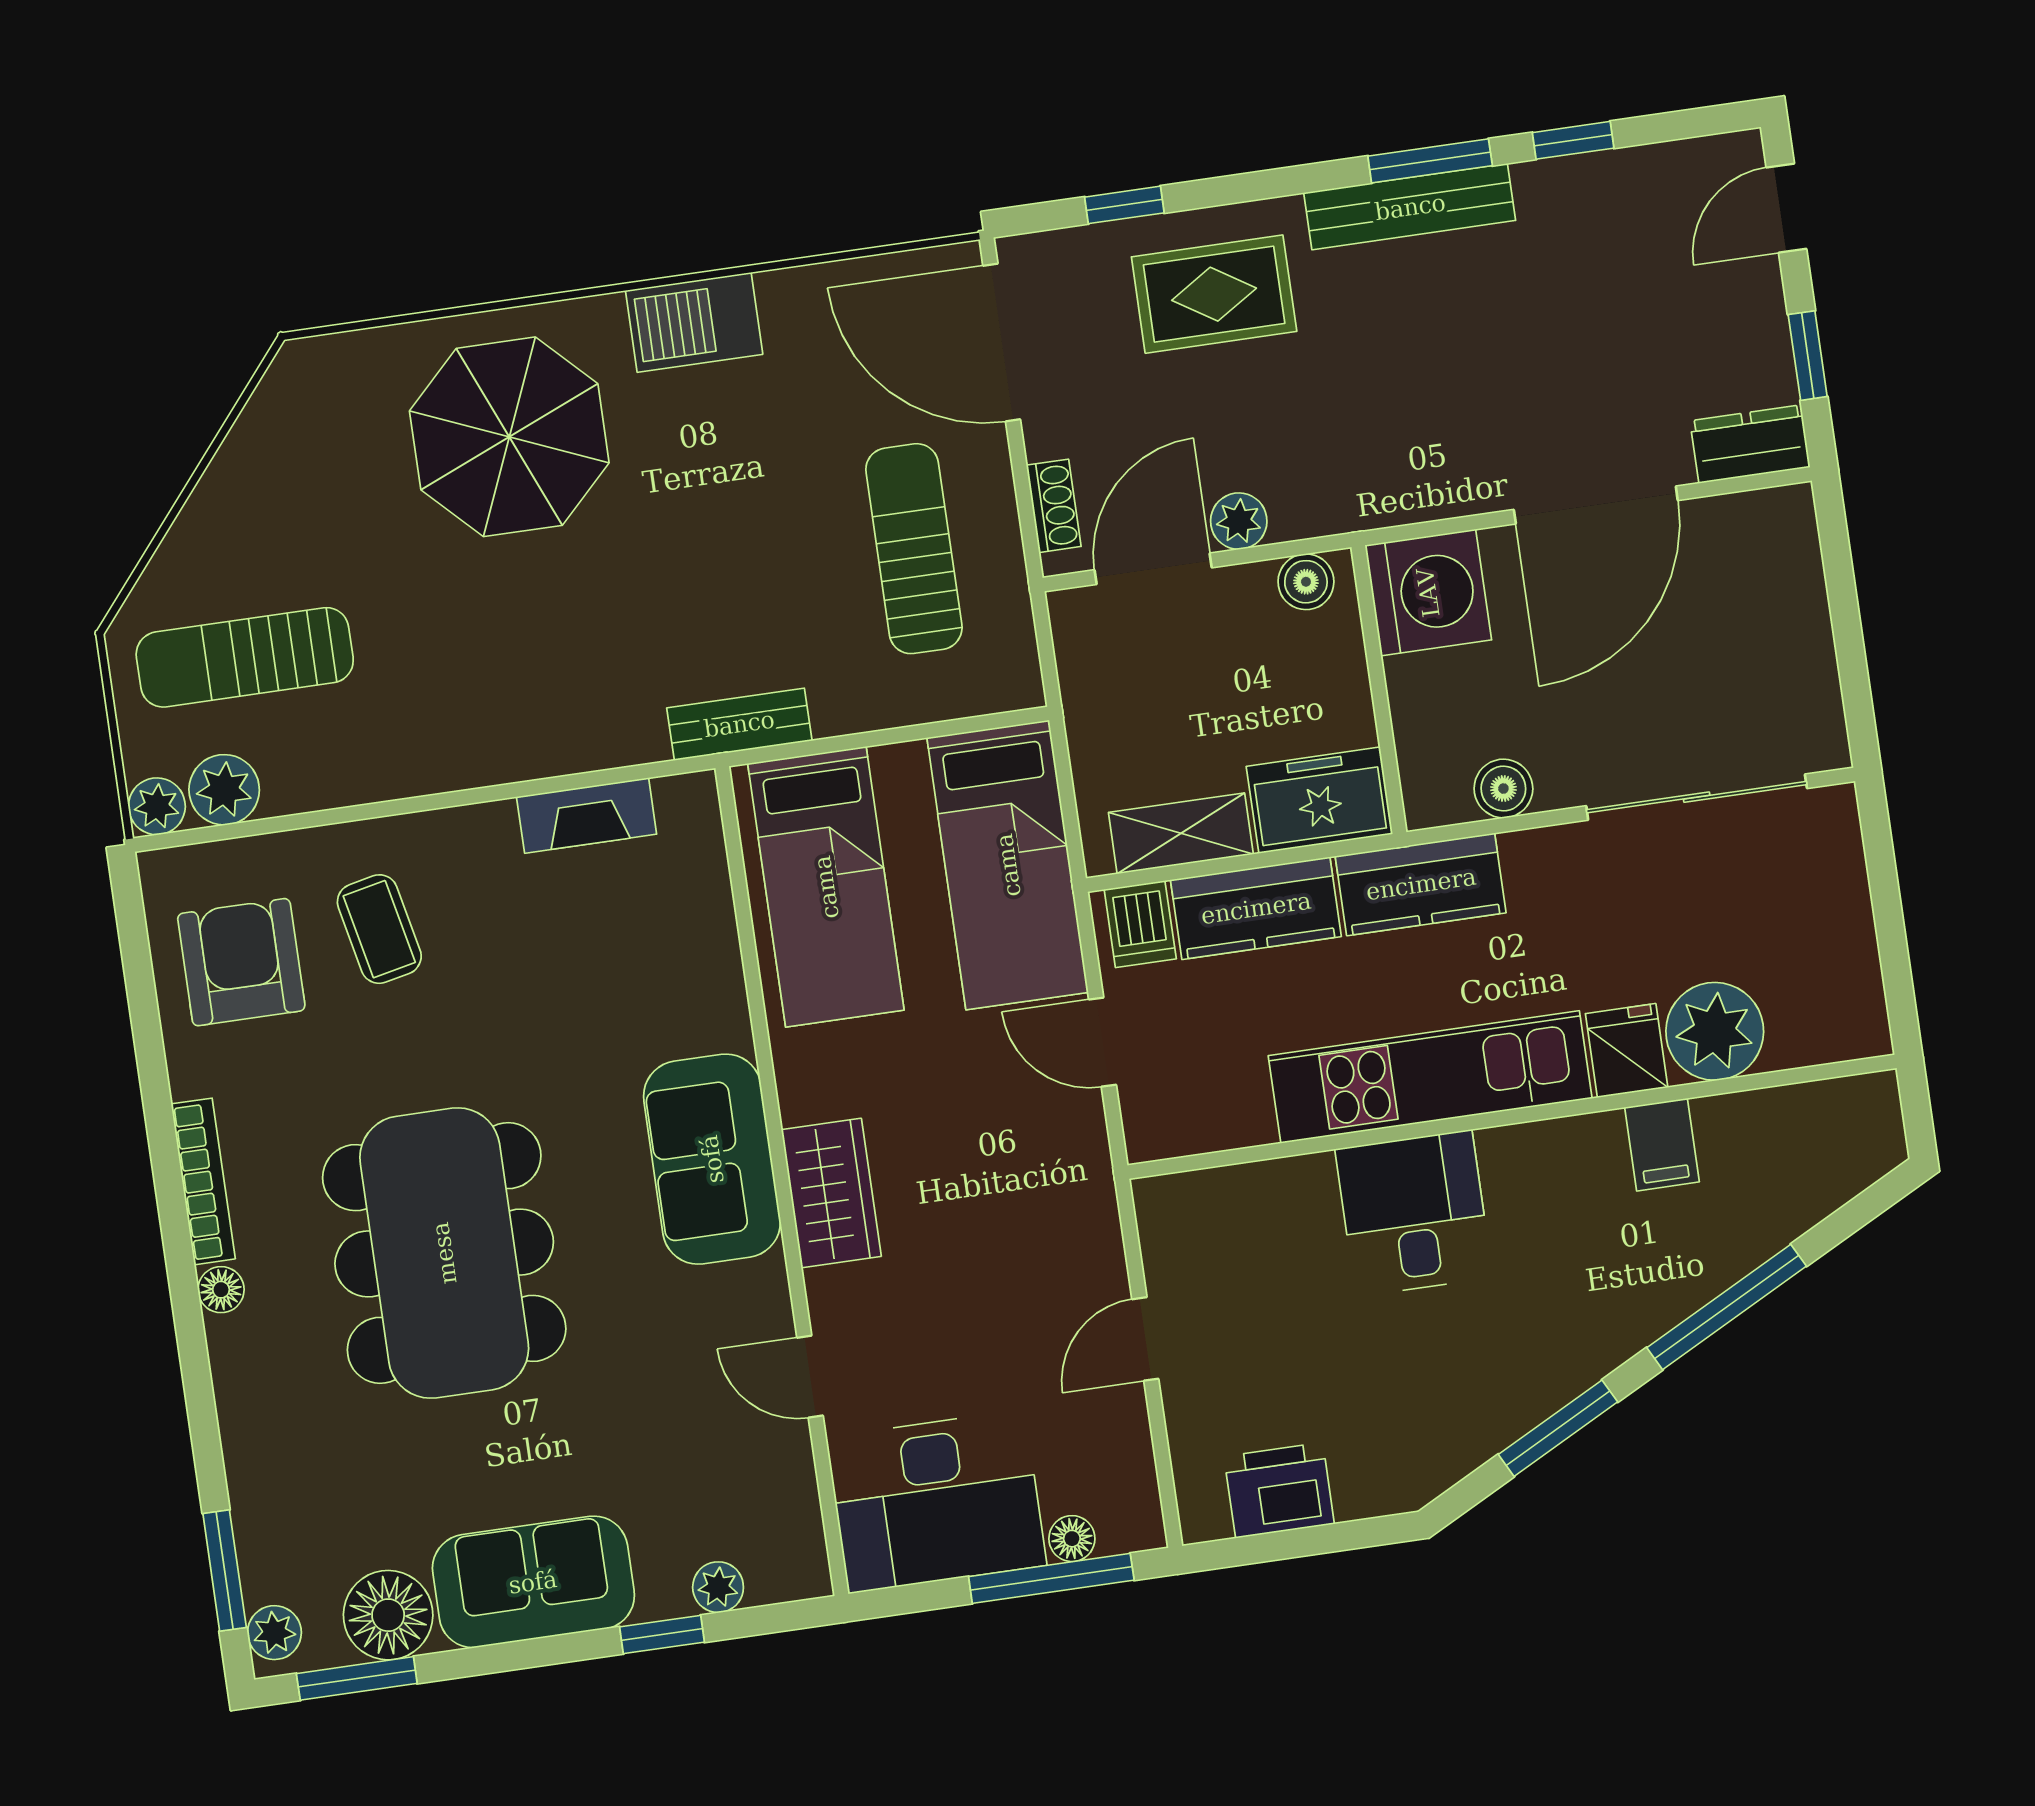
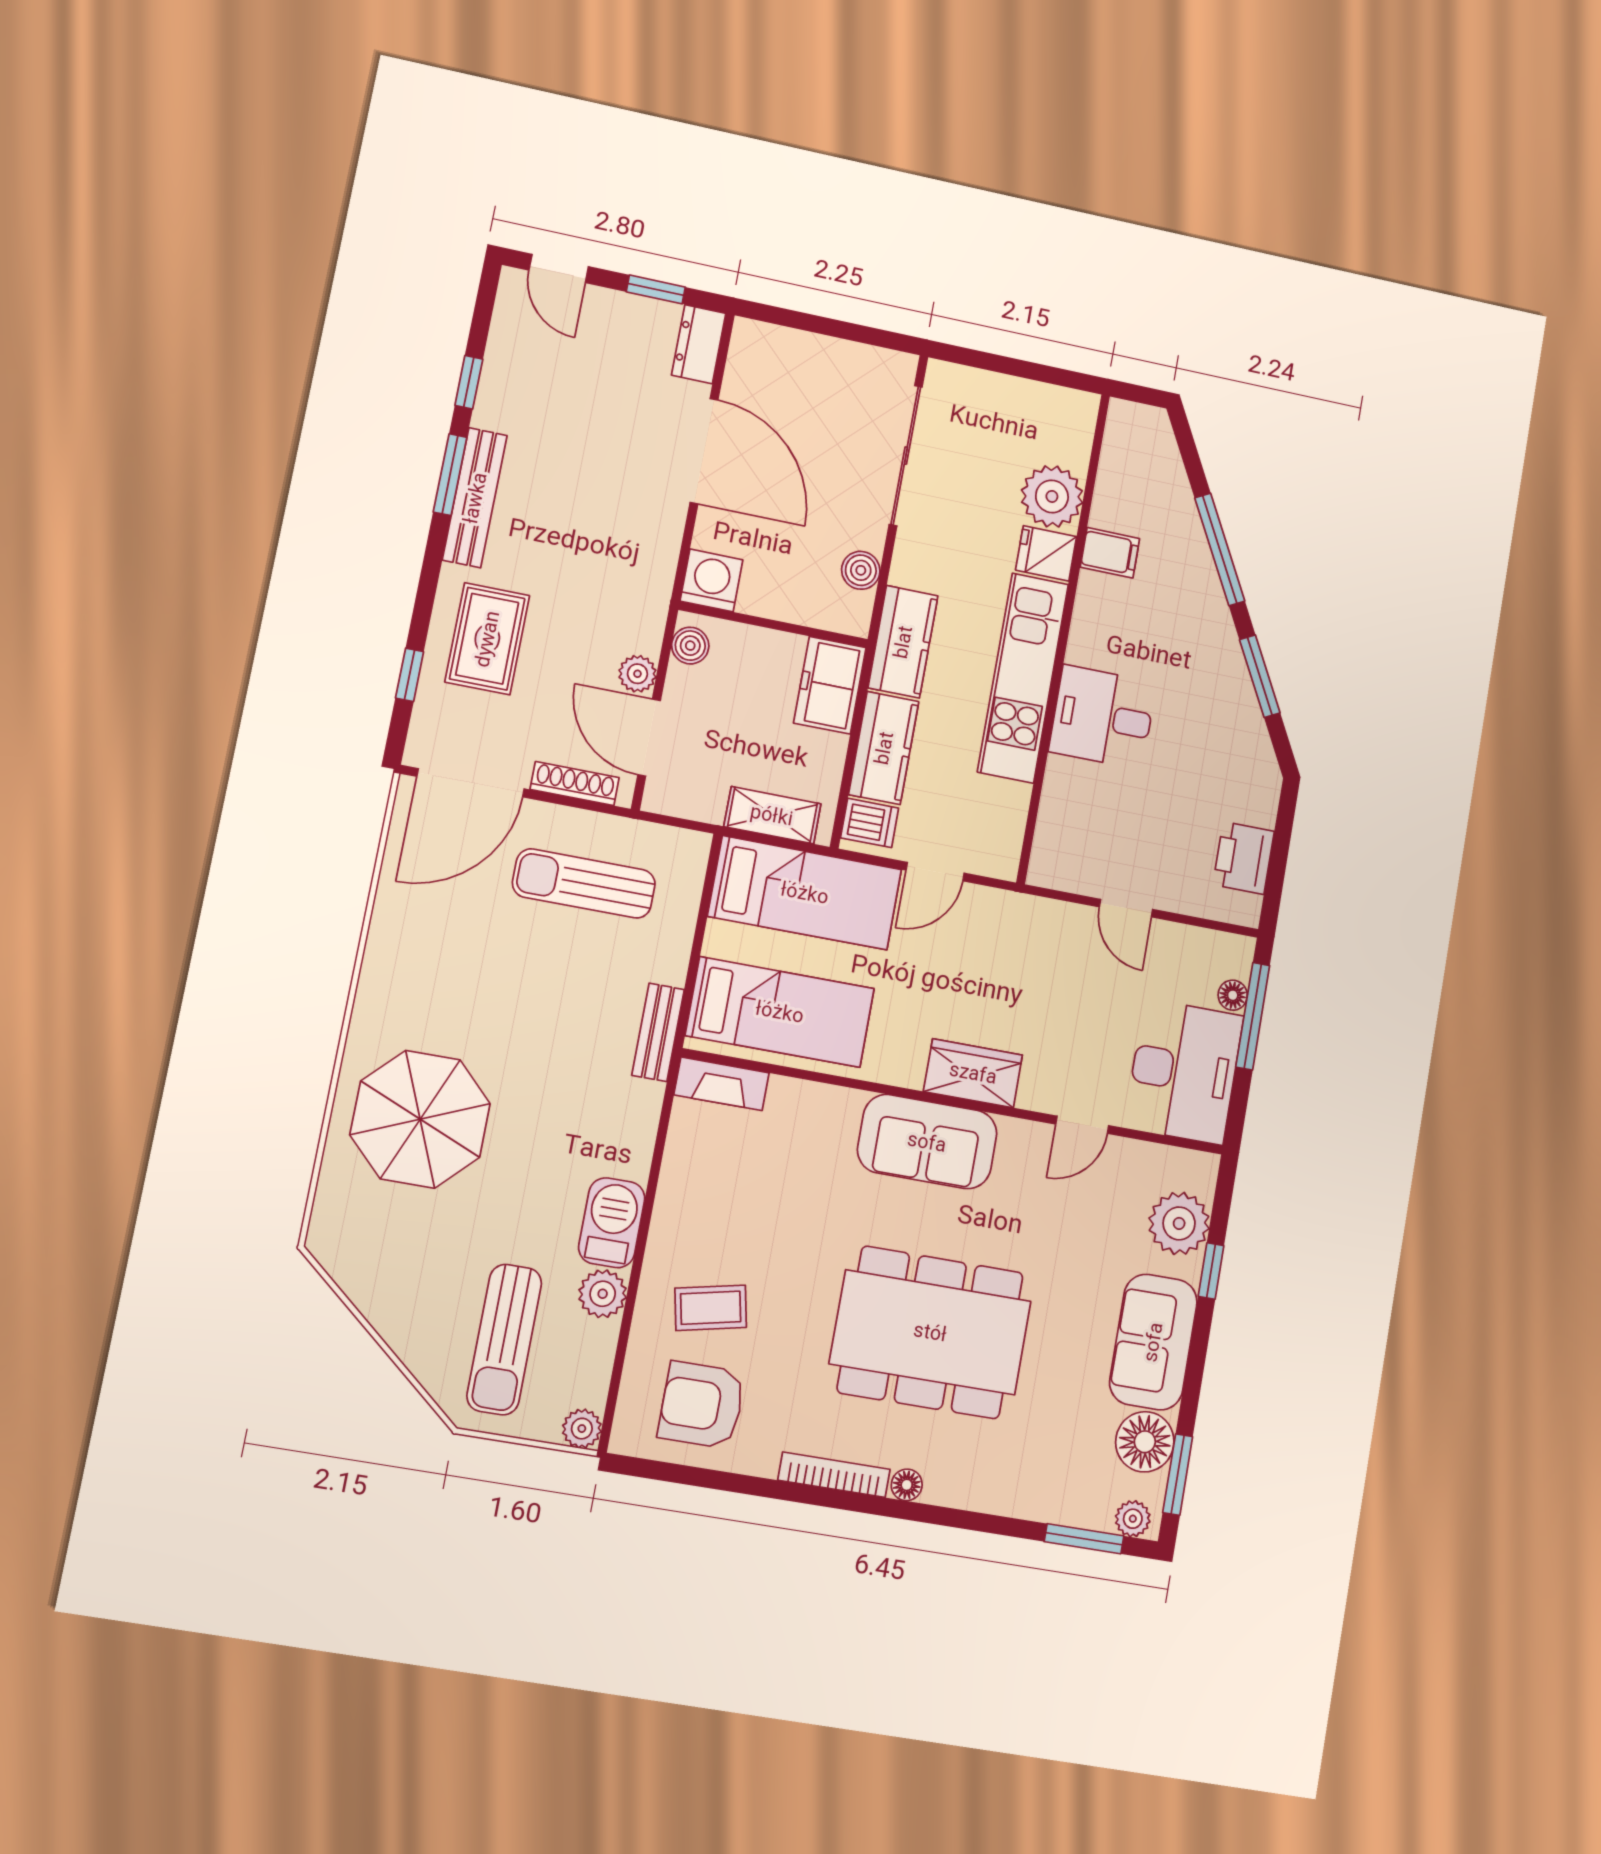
barbecue: (694, 322) -> (612, 1223), moved, turned 180
shoe rack: (1054, 506) -> (575, 784), width x1.43
washing machine: (1428, 593) -> (711, 580), width x0.73, depth x0.73
plant: (224, 790) -> (603, 1294), moved
fireplace: (587, 816) -> (722, 1084), moved, turned 90
shelving: (1181, 833) -> (772, 815), moved, turned 90
plant: (718, 1587) -> (1179, 1223), width x1.88, depth x1.88

